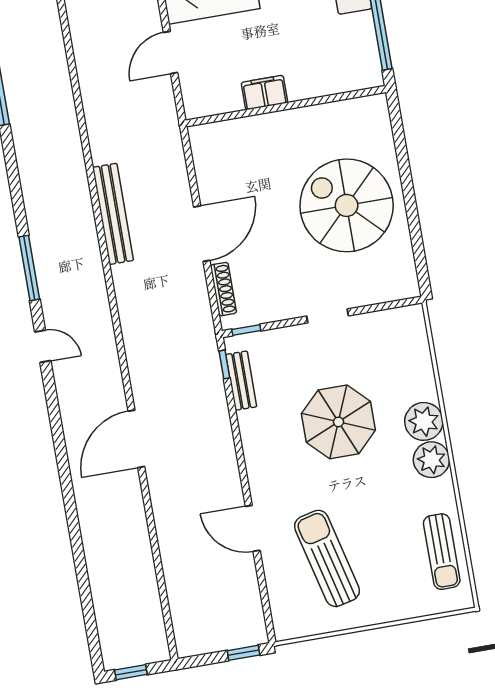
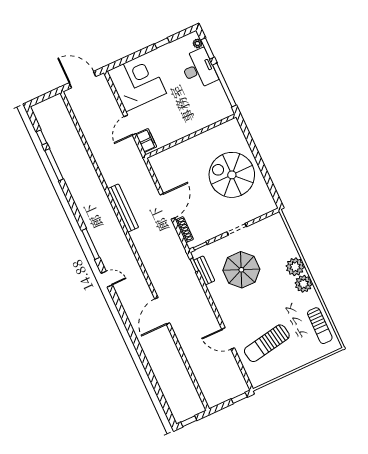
filing cabinet: (264, 93) -> (146, 140), moved, turned 90
parasol: (338, 422) -> (241, 270), moved
sun lounger: (327, 558) -> (267, 343), turned -86

